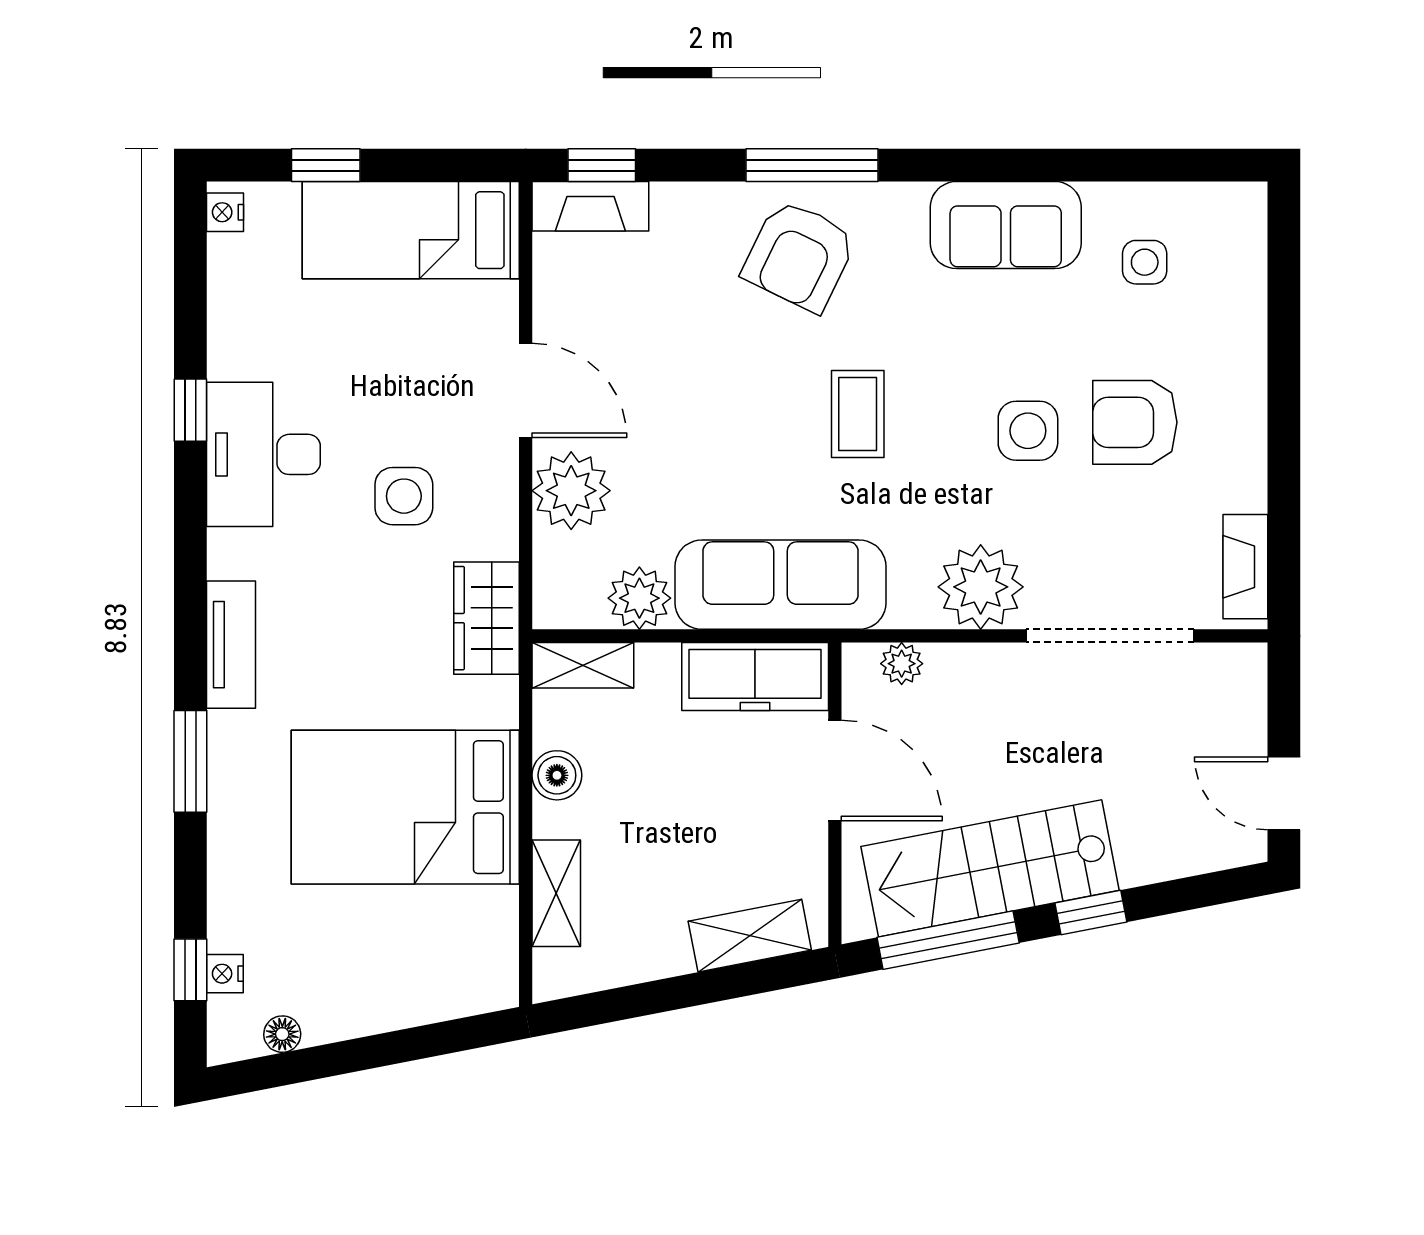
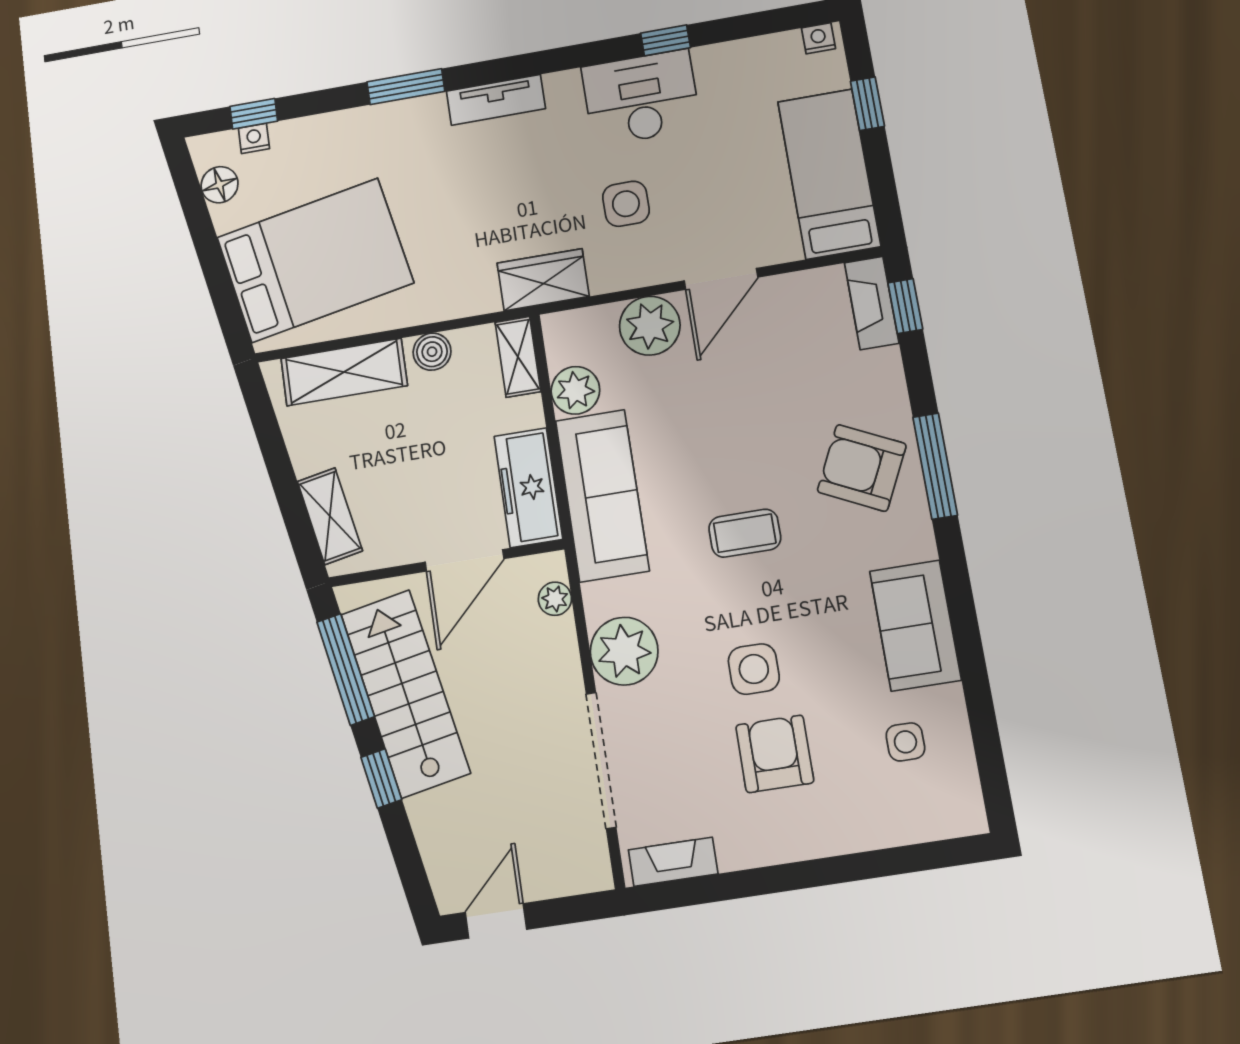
bed: (405, 807) -> (315, 260), moved, turned 79
shelving: (556, 893) -> (344, 372), width x1.50, depth x1.33
floor lamp: (282, 1034) -> (220, 185), width x1.37, depth x1.37

